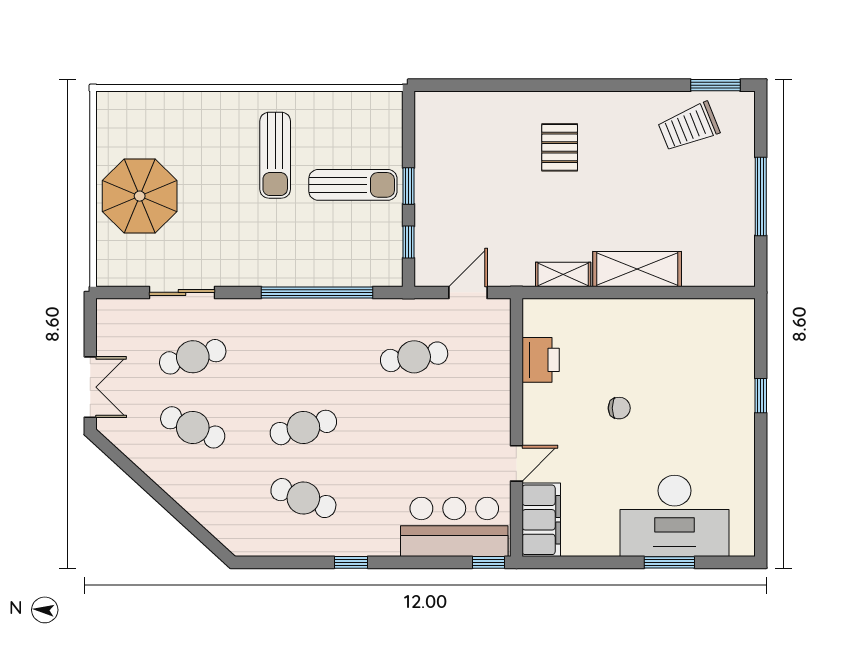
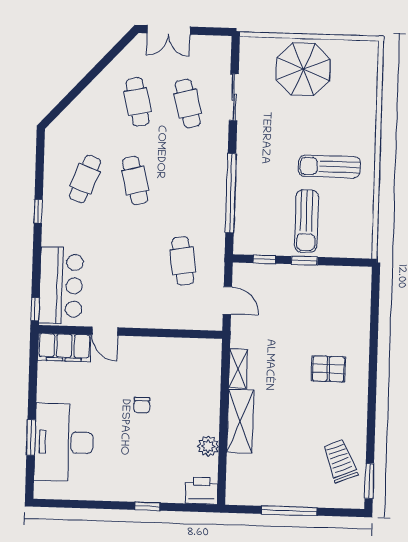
plant: (674, 313) -> (208, 446), added
printer: (541, 360) -> (201, 491), moved, turned 180
cafe table: (193, 427) -> (138, 102), turned -36

